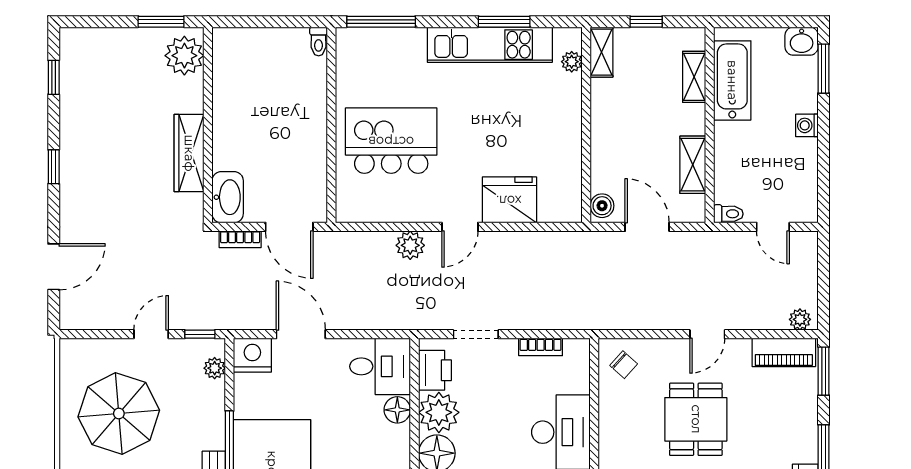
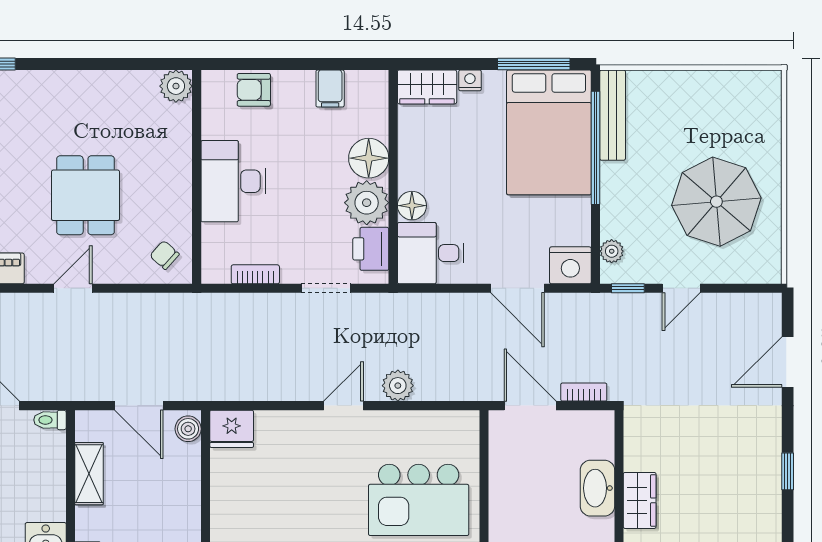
wardrobe: (189, 153) -> (640, 500), width x0.67
washbasin: (228, 197) -> (597, 488), moved
fridge: (509, 200) -> (232, 429), moved, width x0.73, depth x0.75

